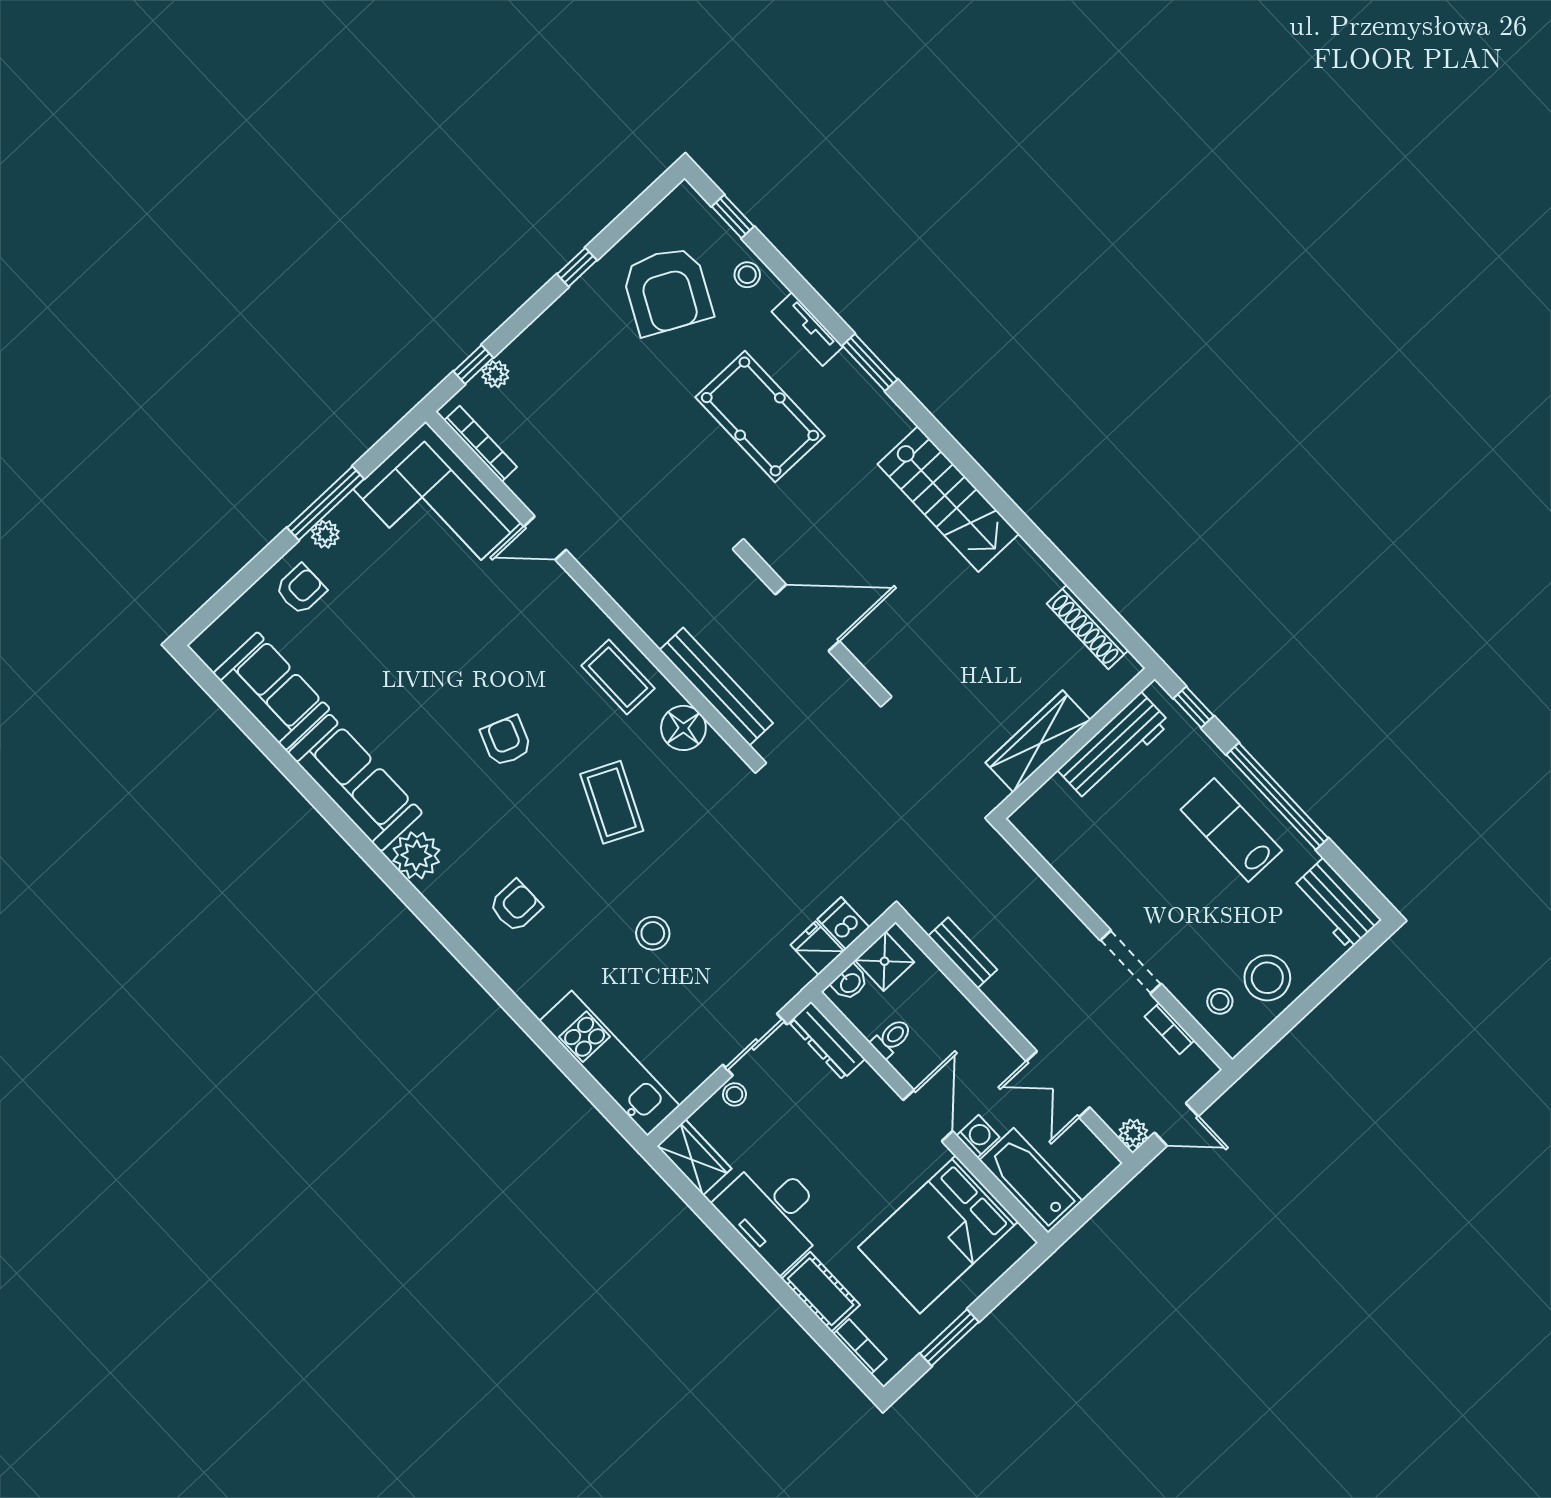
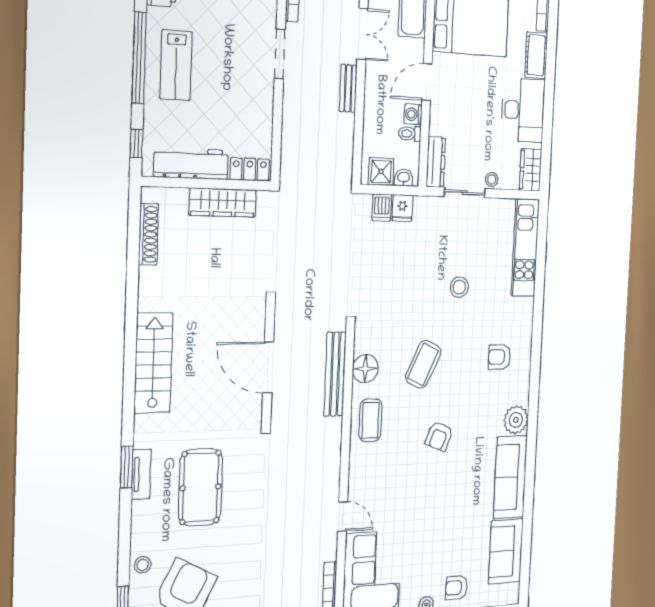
tv unit: (807, 329) -> (141, 474), moved
locker: (1042, 807) -> (250, 169), added
bench: (963, 953) -> (348, 88), moved
washing machine: (978, 1136) -> (413, 114), moved

